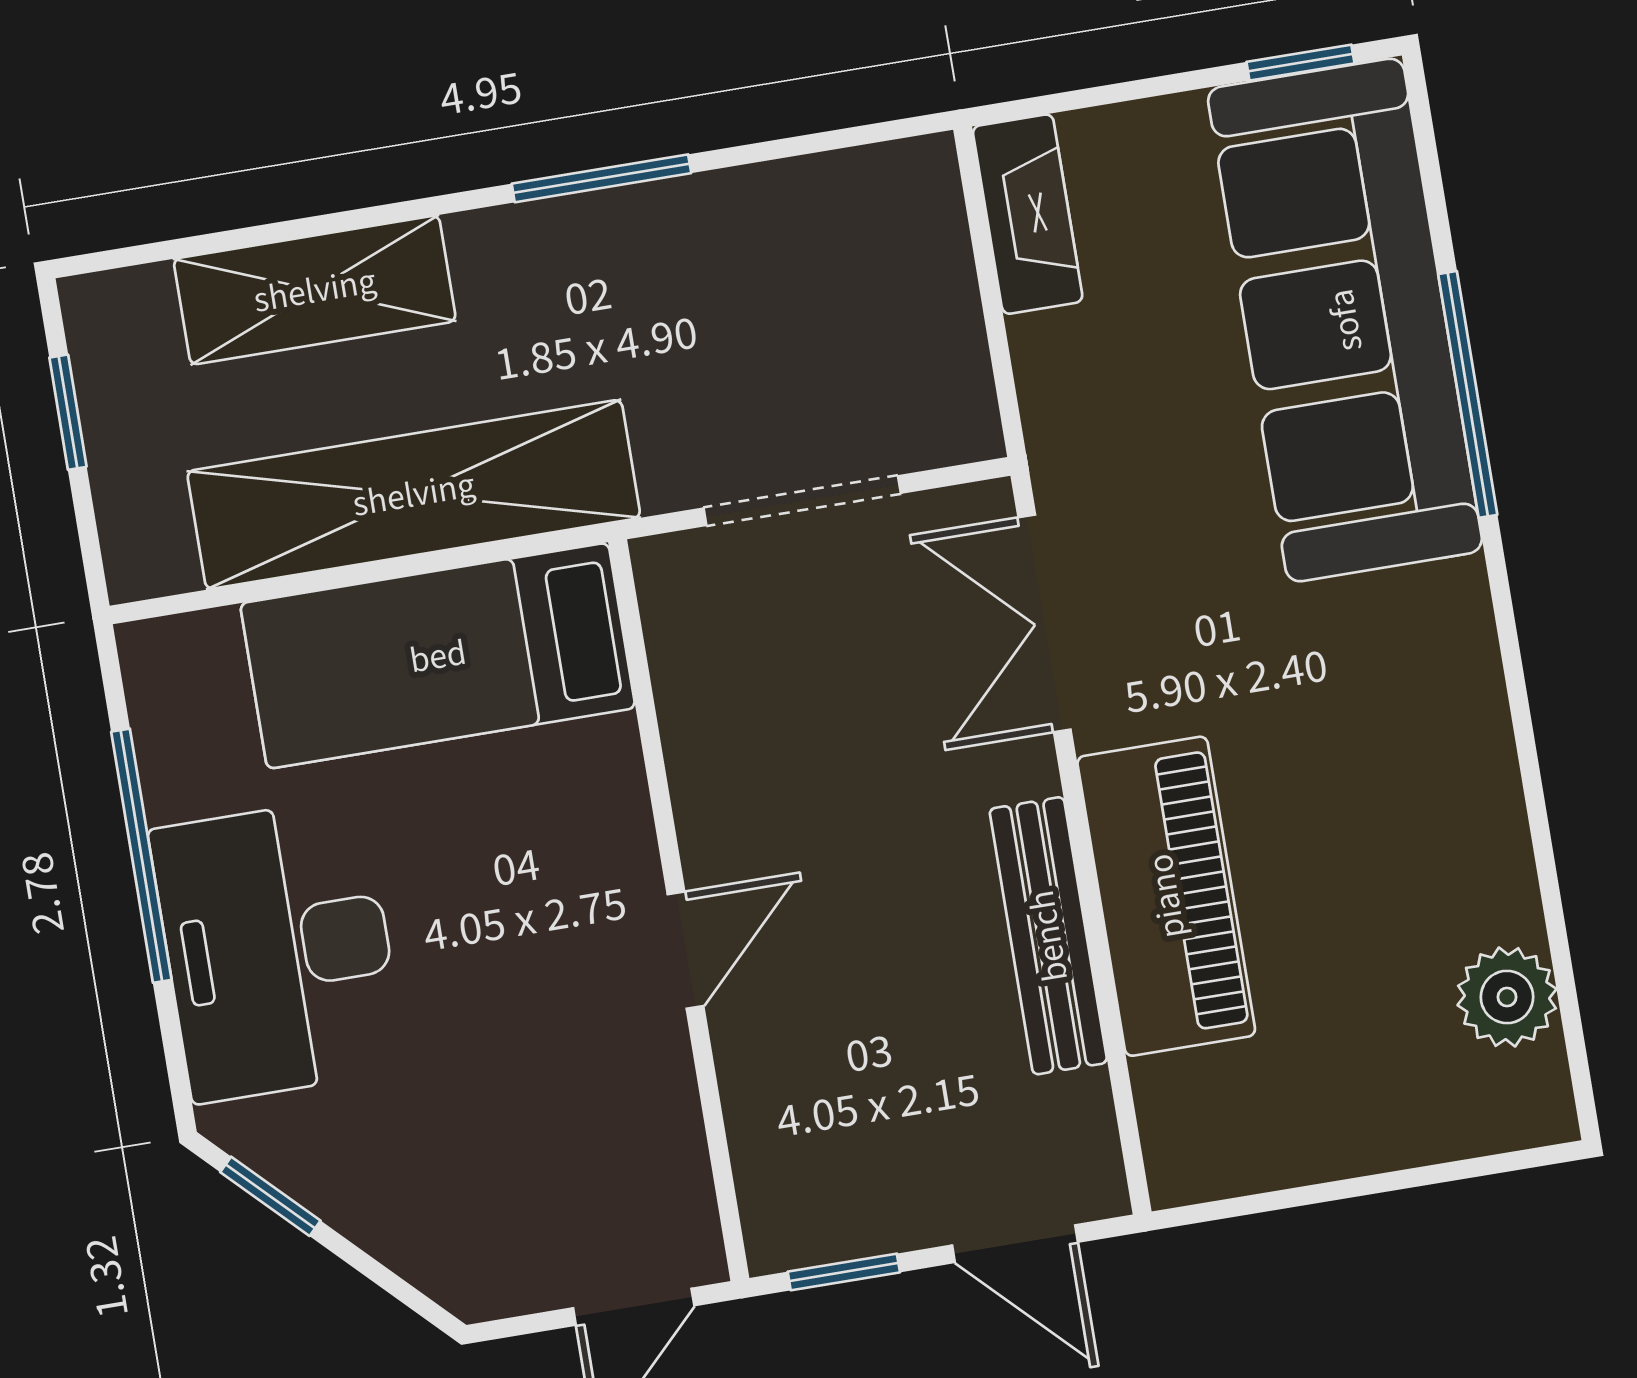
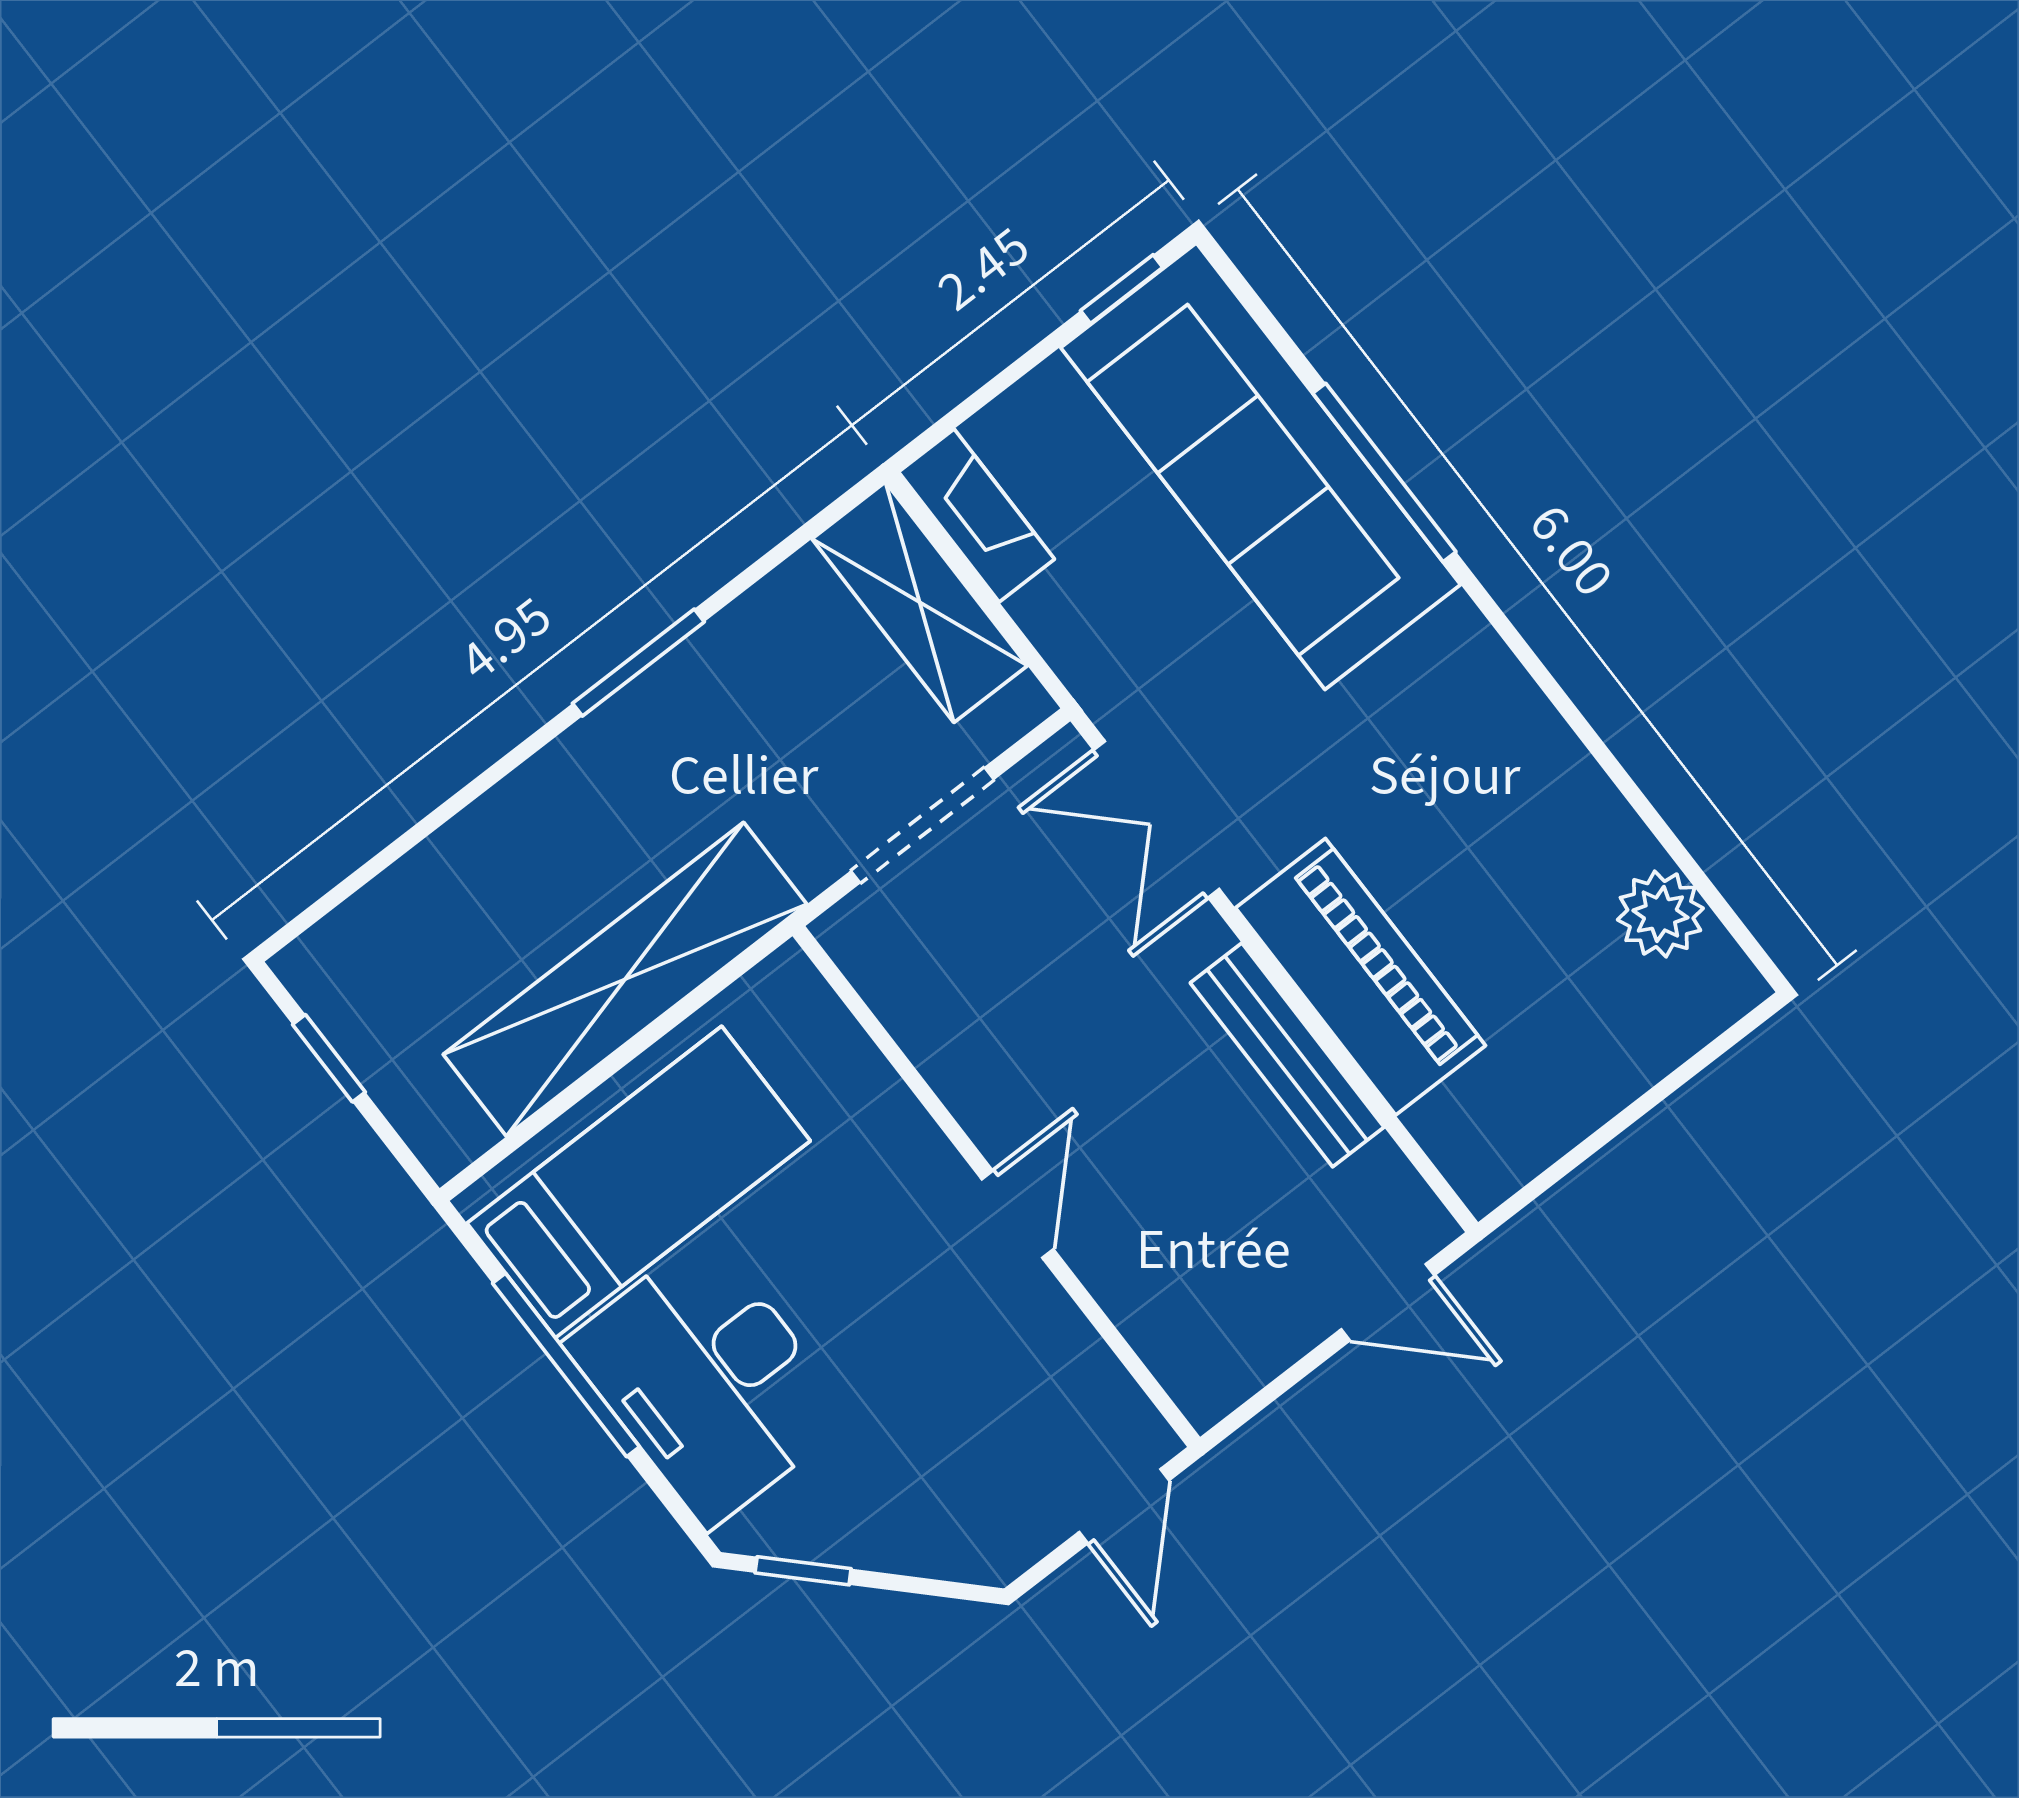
shelving: (315, 290) -> (920, 602), moved, turned 90
bed: (438, 656) -> (639, 1182), moved, turned 180
window: (844, 1272) -> (1269, 1394), removed

